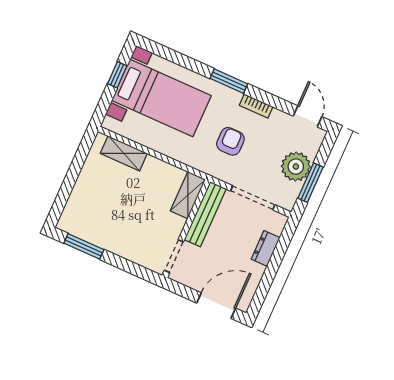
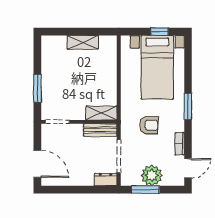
bookcase: (256, 106) -> (180, 144), moved
shelving: (124, 153) -> (83, 42), moved, turned 90
bench: (205, 214) -> (100, 130), width x0.73
window: (84, 246) -> (37, 88), moved
dresser: (266, 248) -> (106, 180), moved

